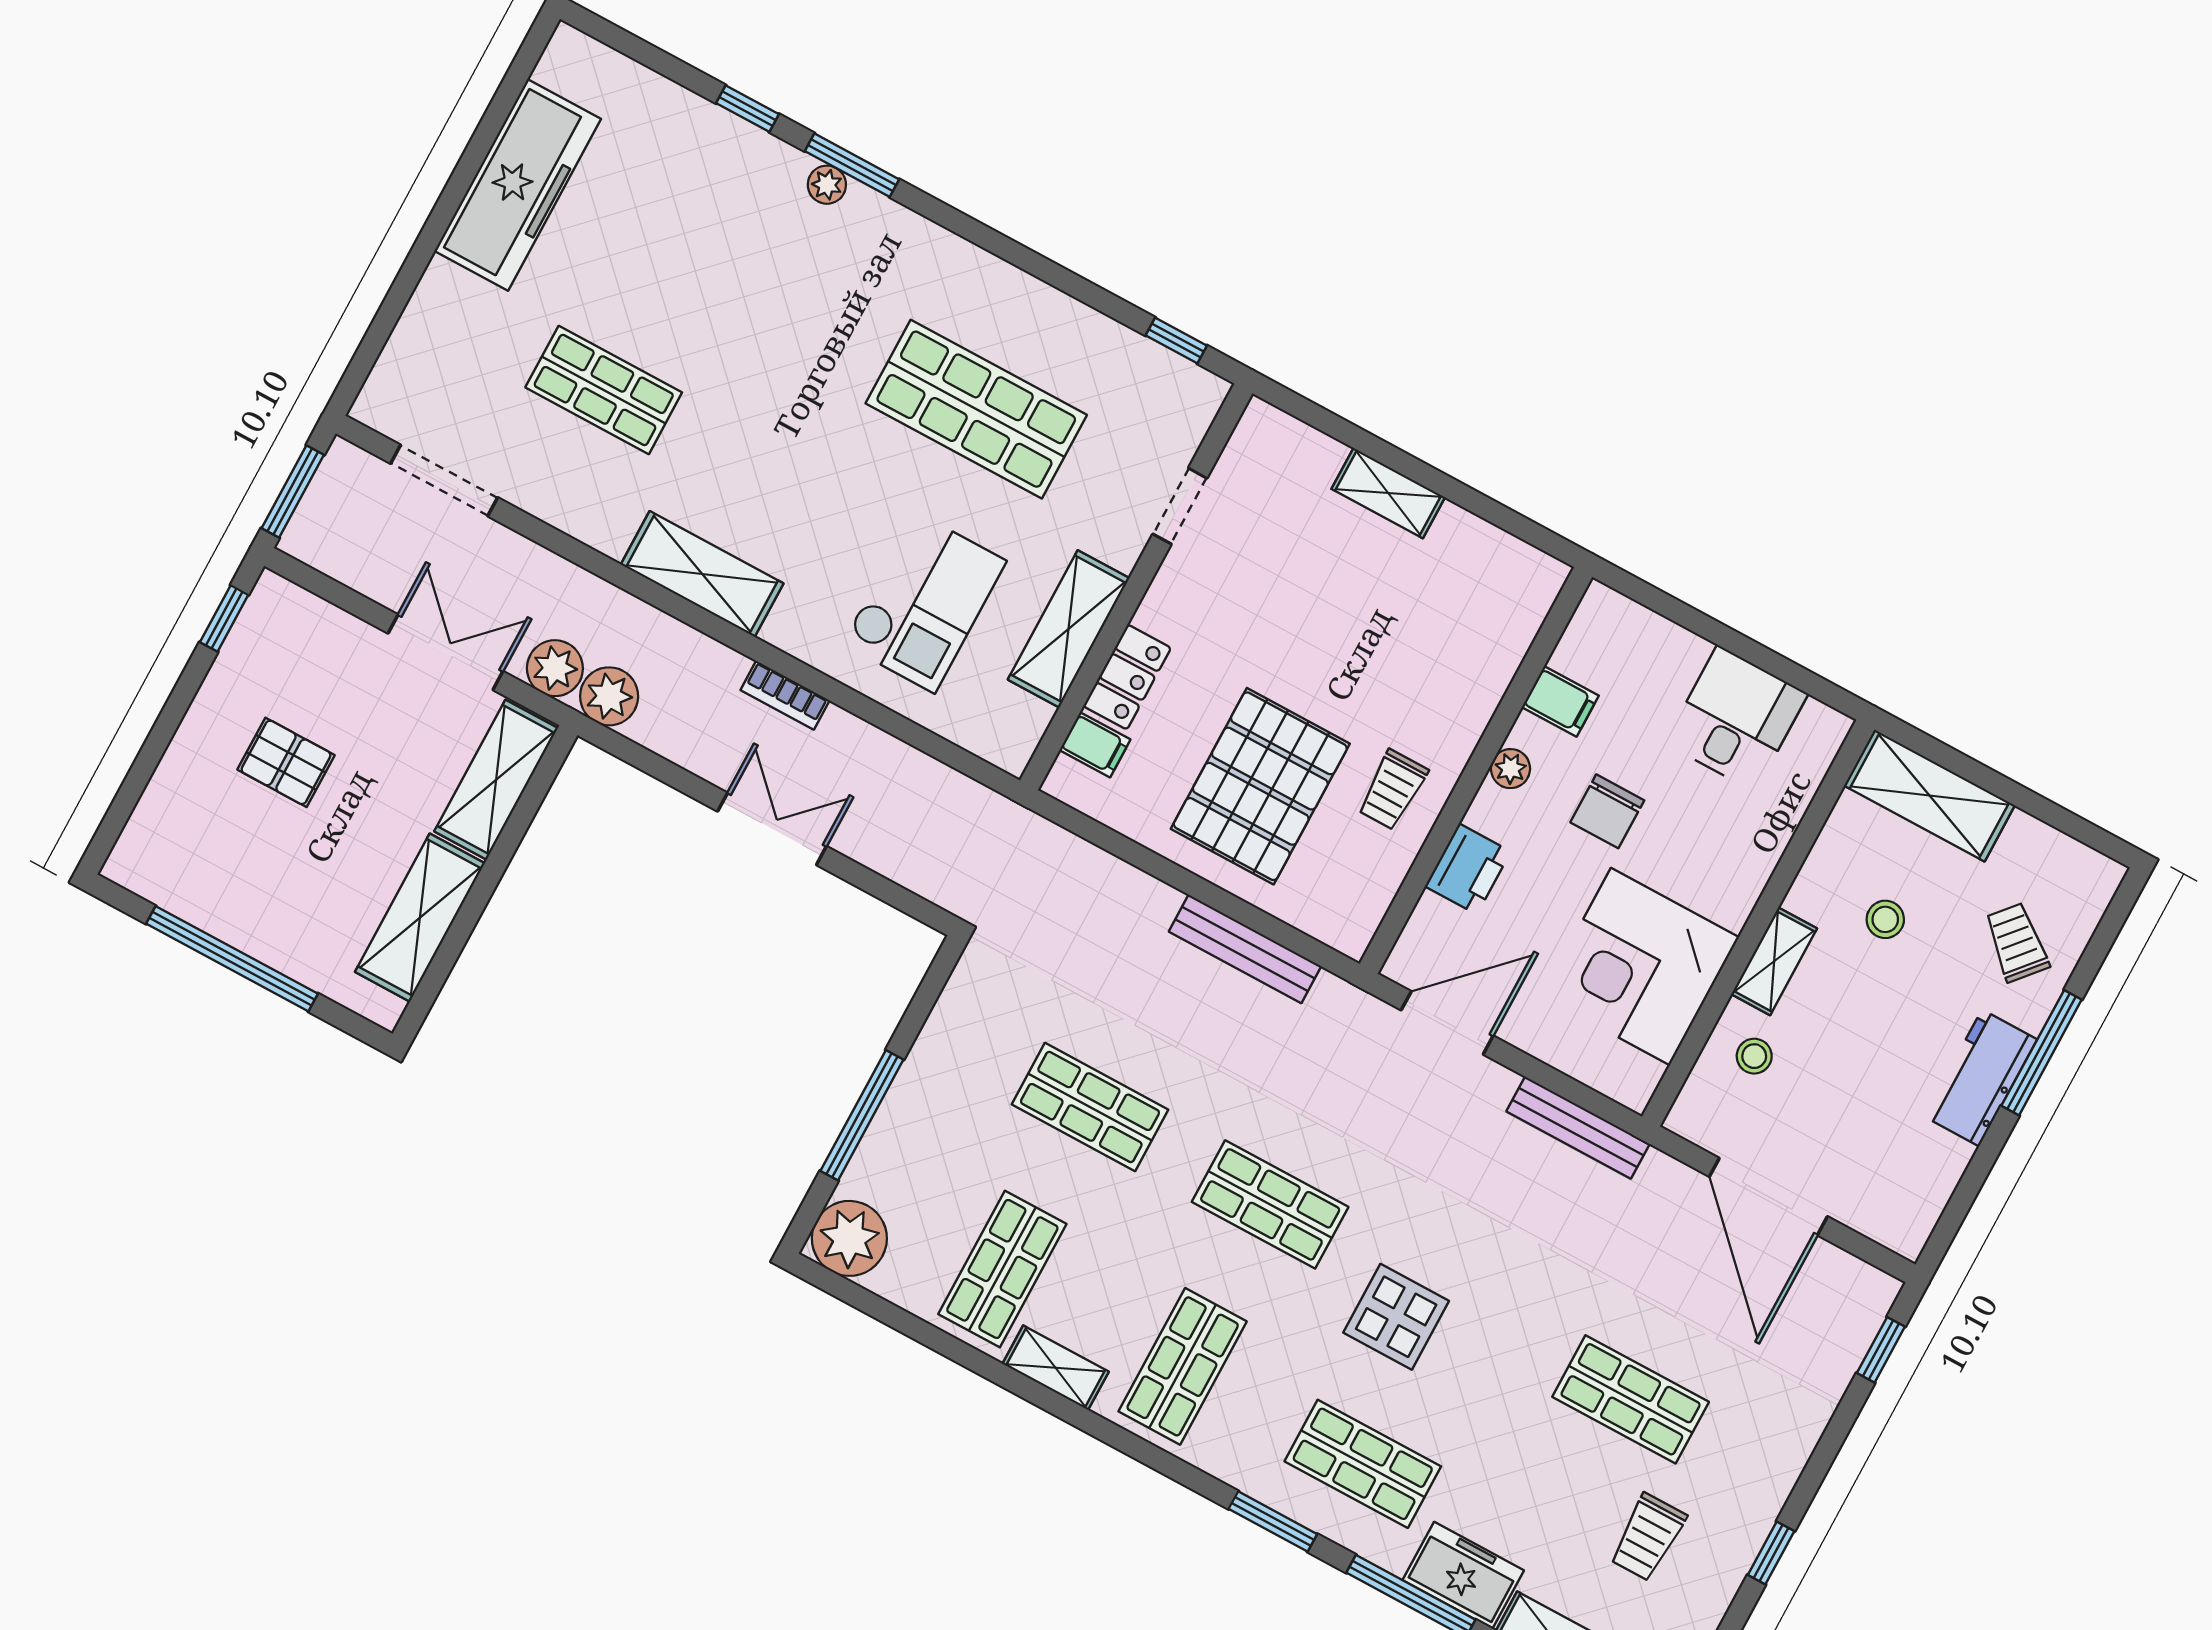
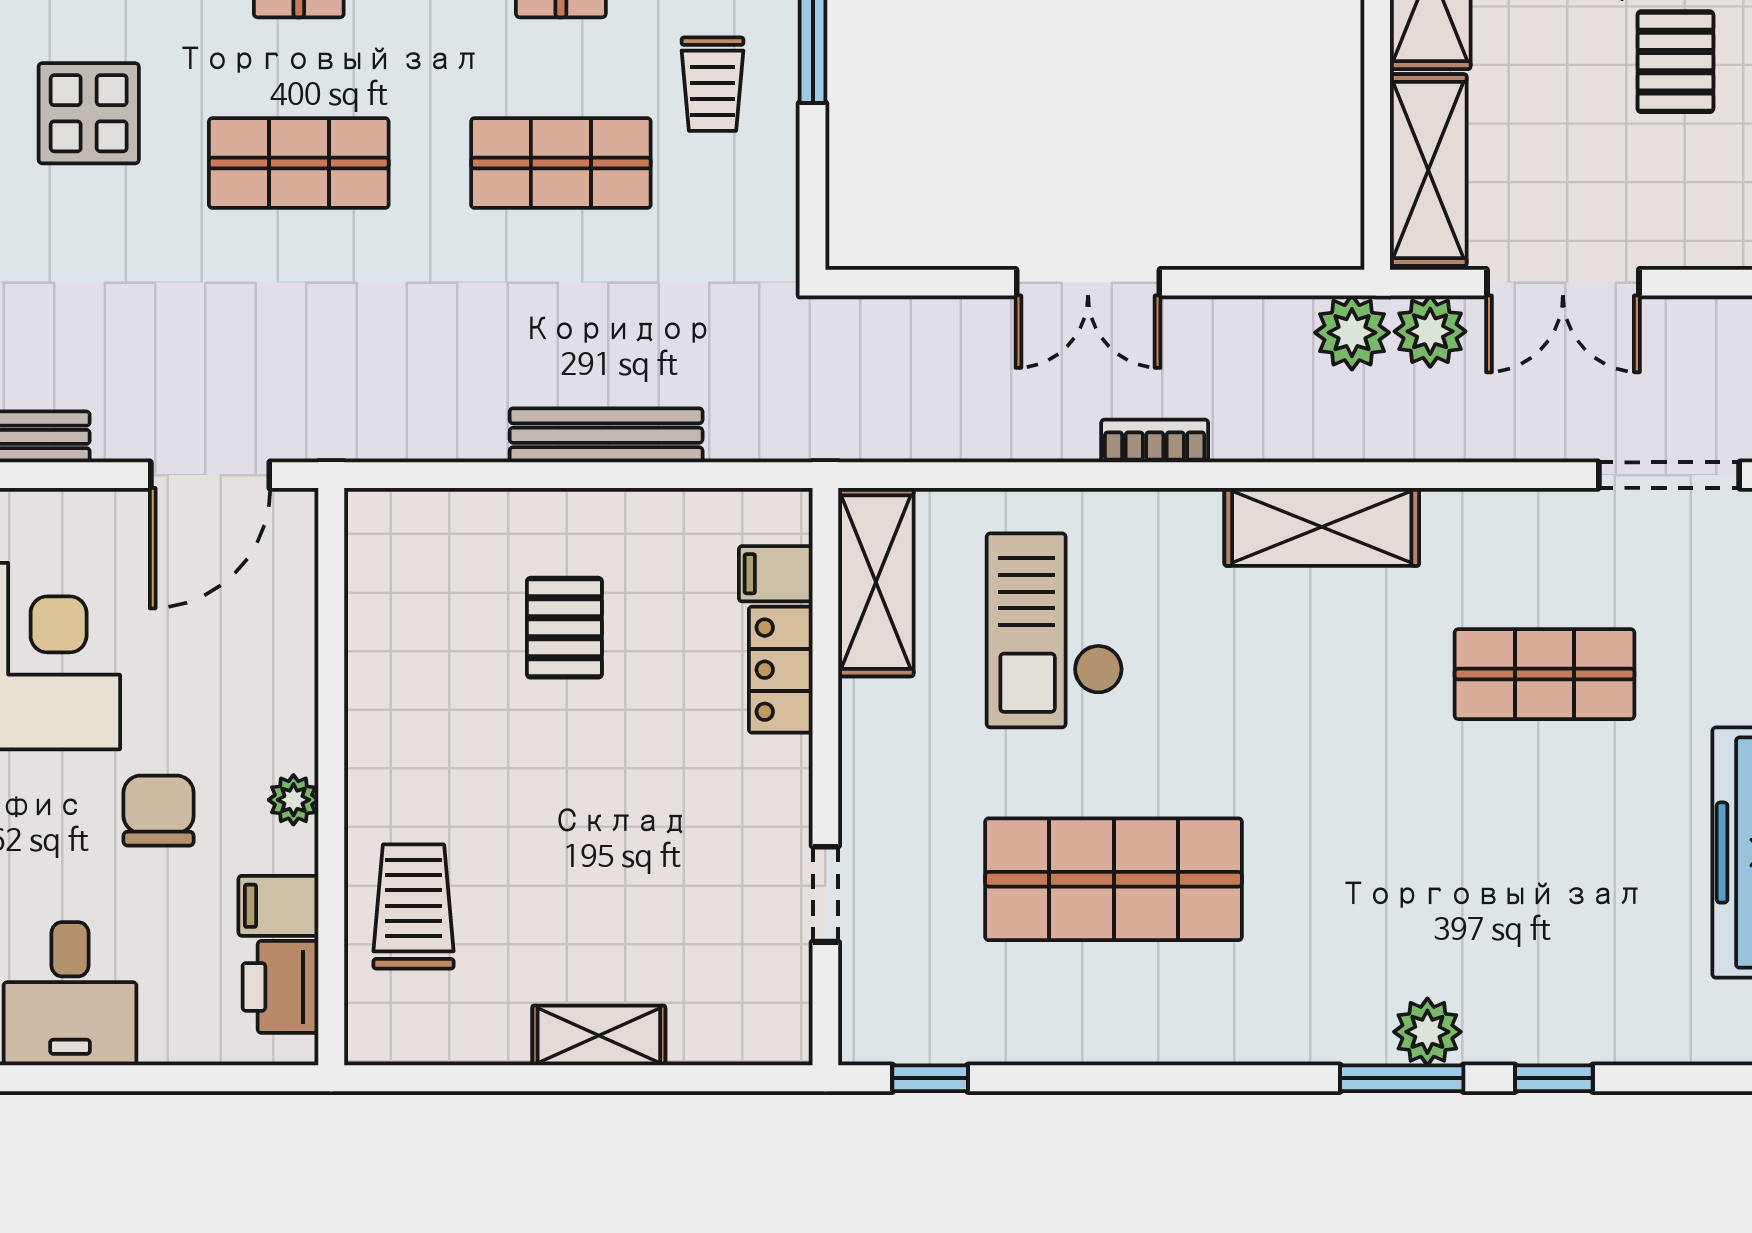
plant: (827, 185) -> (1427, 1032), width x1.38, depth x1.38
shelving: (1069, 629) -> (876, 582), moved
pallet: (286, 762) -> (1675, 62), turned 90
pallet: (1260, 786) -> (564, 628), width x0.49, depth x0.50
trolley: (1393, 790) -> (413, 907), moved, width x1.36, depth x1.39
printer: (1468, 869) -> (281, 987), moved
bench: (1245, 949) -> (606, 435), moved
trolley: (956, 1105) -> (712, 84), added

